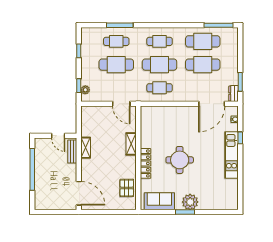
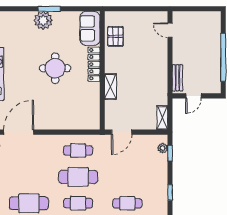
cafe table: (116, 65) -> (127, 177), removed
cafe table: (203, 65) -> (29, 177), removed
door: (121, 104) -> (122, 132), swing flipped
door: (58, 136) -> (194, 96), swing flipped
shelving: (86, 148) -> (162, 118), moved
door: (79, 193) -> (170, 30), width x0.53
sofa: (159, 201) -> (90, 28), moved, turned 90

